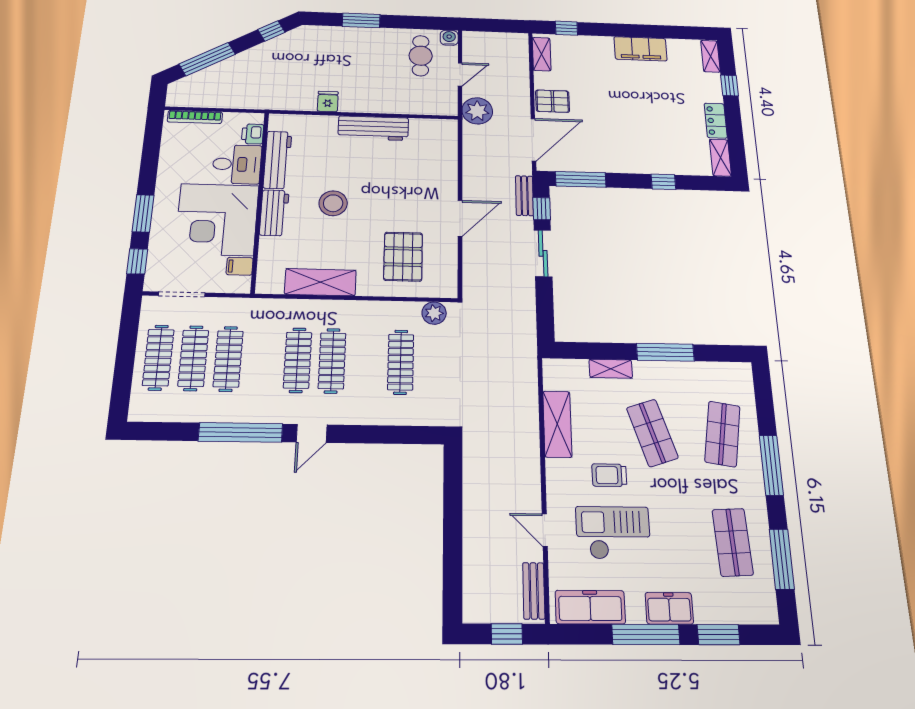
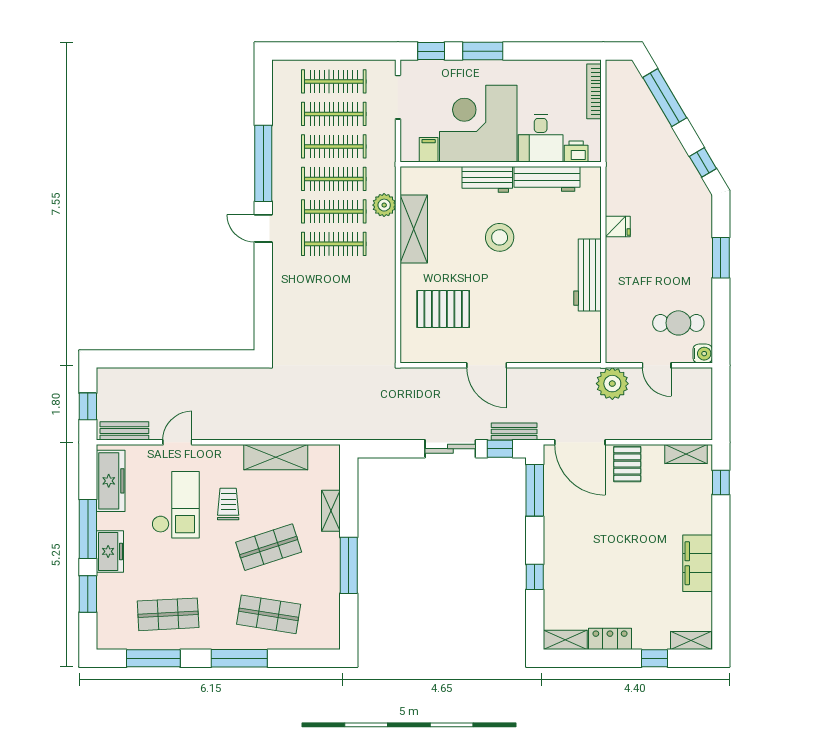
plant: (434, 313) -> (384, 205), moved
clothes rail: (401, 362) -> (334, 179), moved

